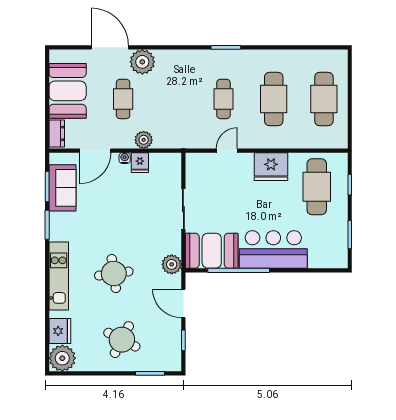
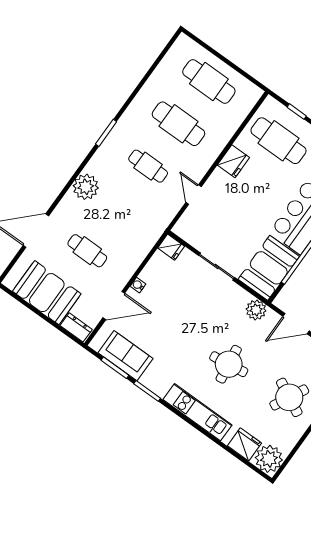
plant: (142, 62) -> (86, 187), moved
plant: (144, 140) -> (134, 258), removed
door: (95, 151) -> (114, 305), hinge flipped
fridge: (140, 163) -> (171, 247), moved
fridge: (271, 167) -> (233, 161), width x0.73, depth x0.75

